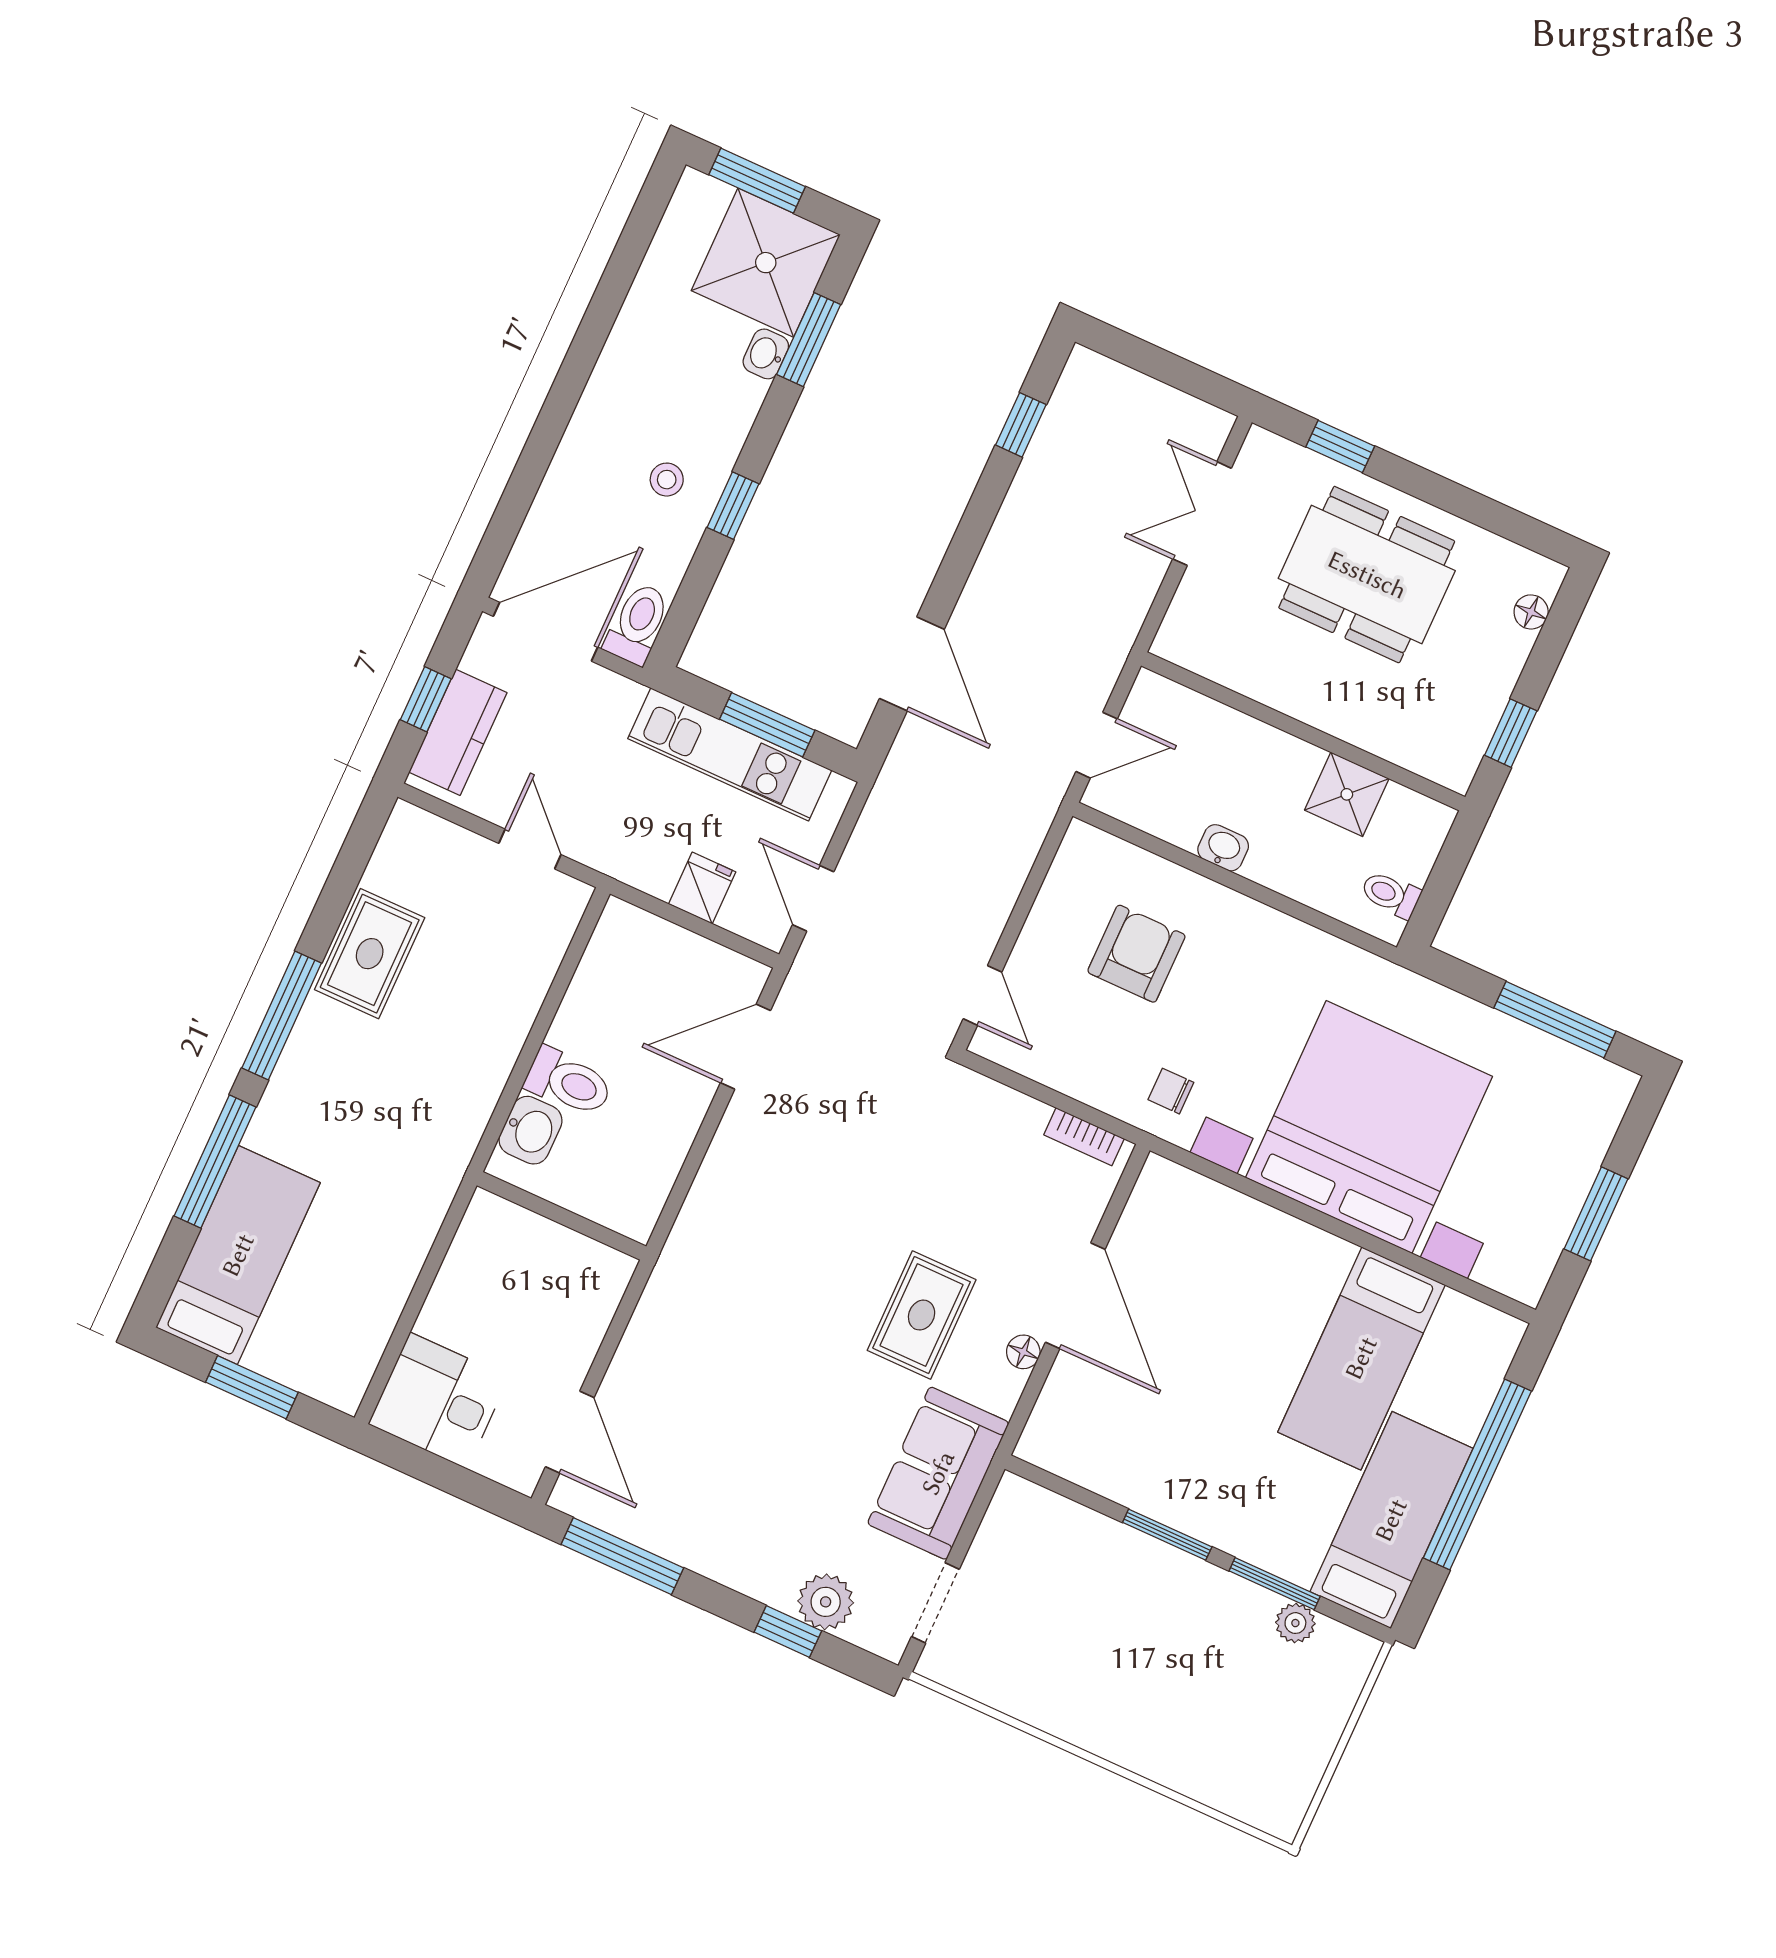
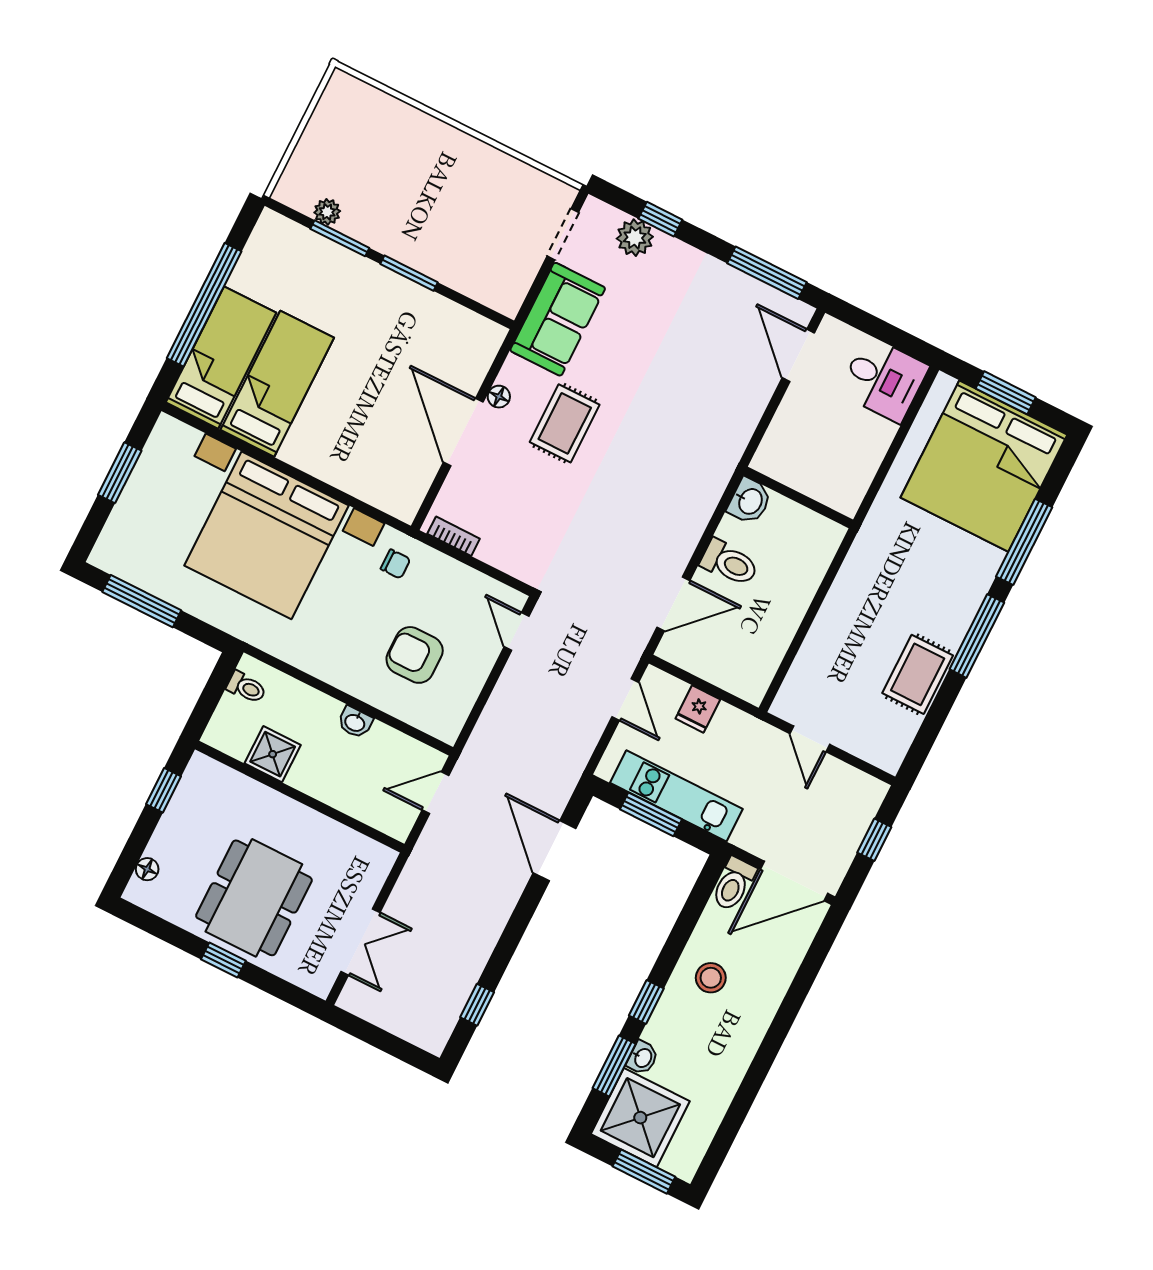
window: (1340, 446) -> (223, 960), moved
stool: (667, 480) -> (711, 978), width x1.37, depth x1.37
window: (733, 506) -> (646, 1002), moved
dining table: (1367, 575) -> (254, 898), turned 90
kitchen counter: (458, 732) -> (854, 817), removed
armchair: (1136, 954) -> (415, 655), turned 90
toilet: (569, 1082) -> (729, 563), moved, turned 180
washbasin: (530, 1130) -> (750, 501), moved, turned 180
bed: (238, 1255) -> (984, 466), width x2.04
bed: (1391, 1520) -> (221, 358), moved, turned 180

